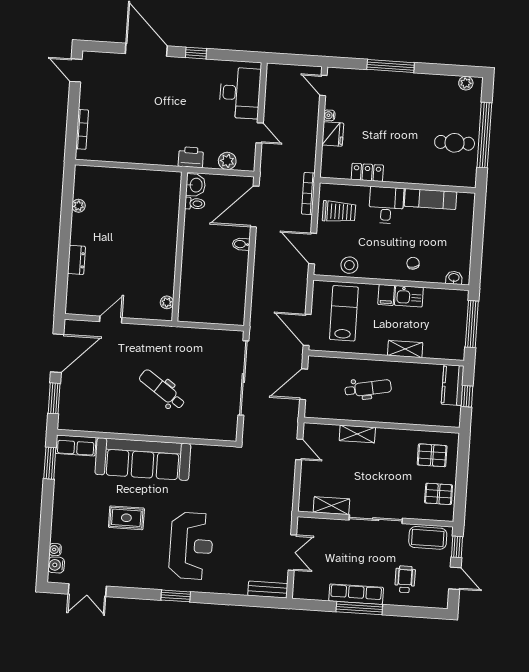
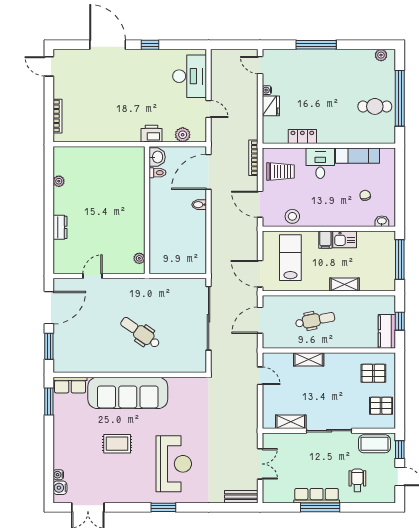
chair: (413, 263) -> (365, 195), moved
kitchen counter: (453, 385) -> (387, 331), moved

